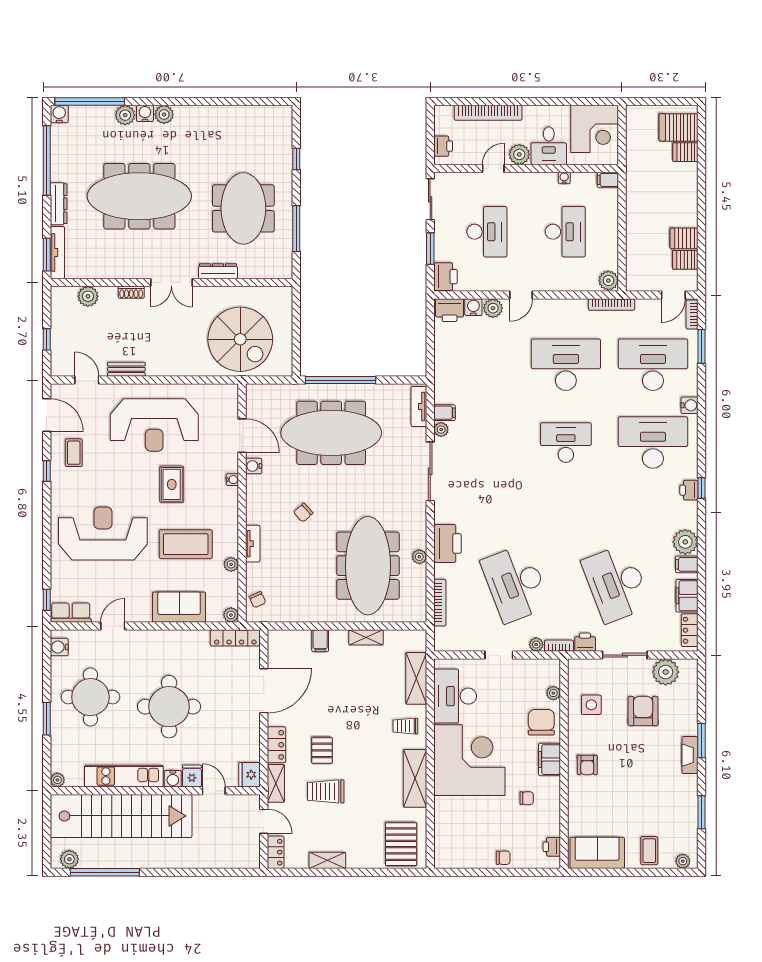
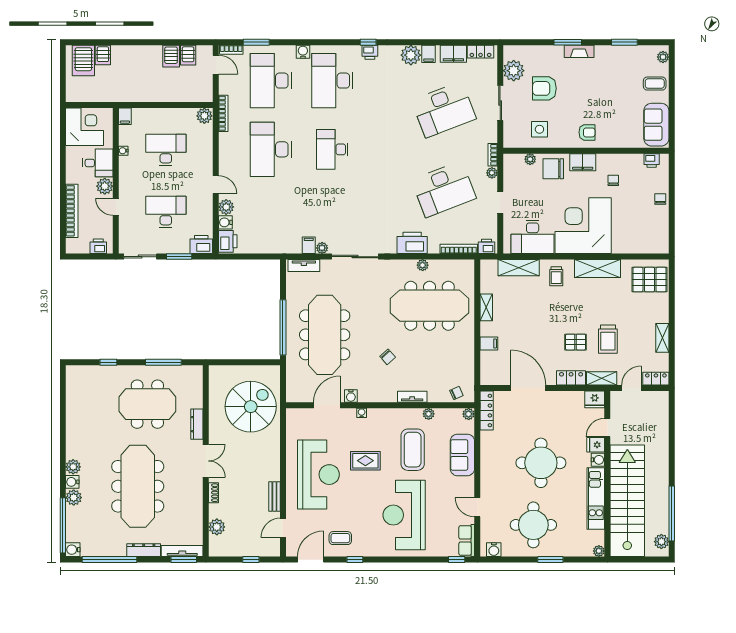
printer: (585, 642) -> (487, 246), moved, turned 90

